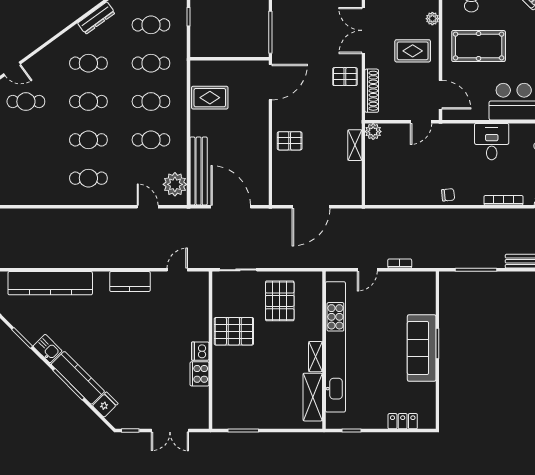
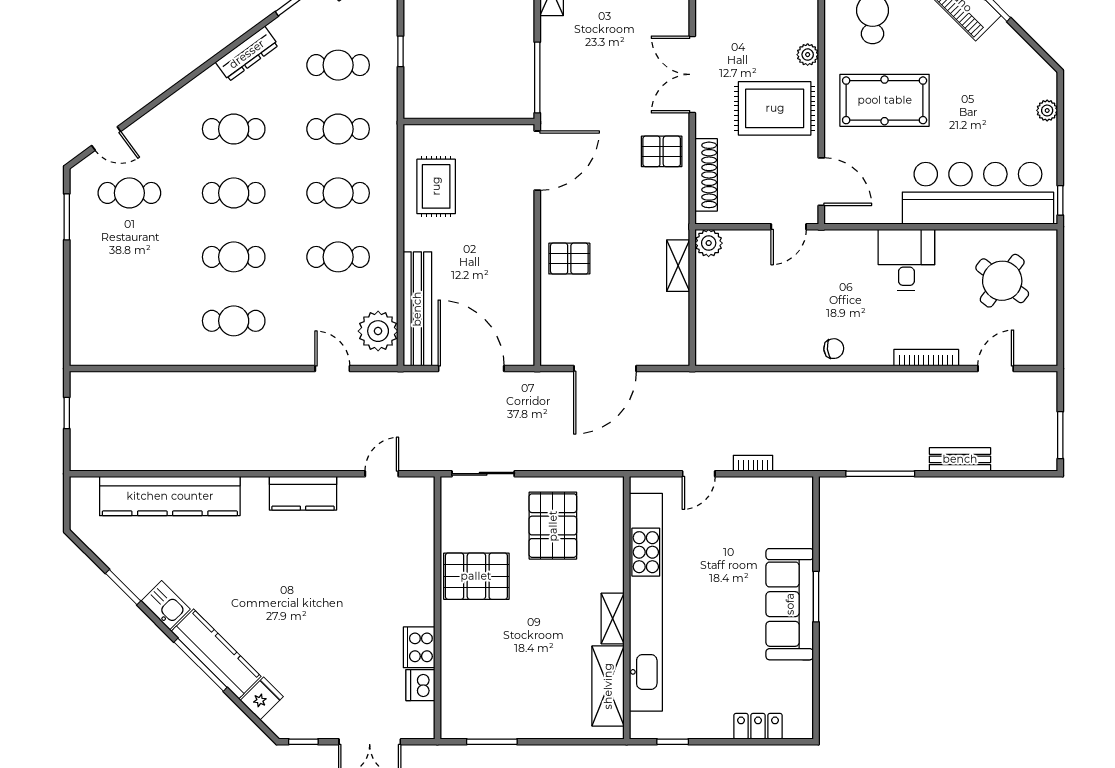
rug: (413, 51) -> (775, 108), width x1.36, depth x1.43
rug: (210, 98) -> (436, 186), turned 90
dishwasher: (200, 351) -> (420, 685), moved

